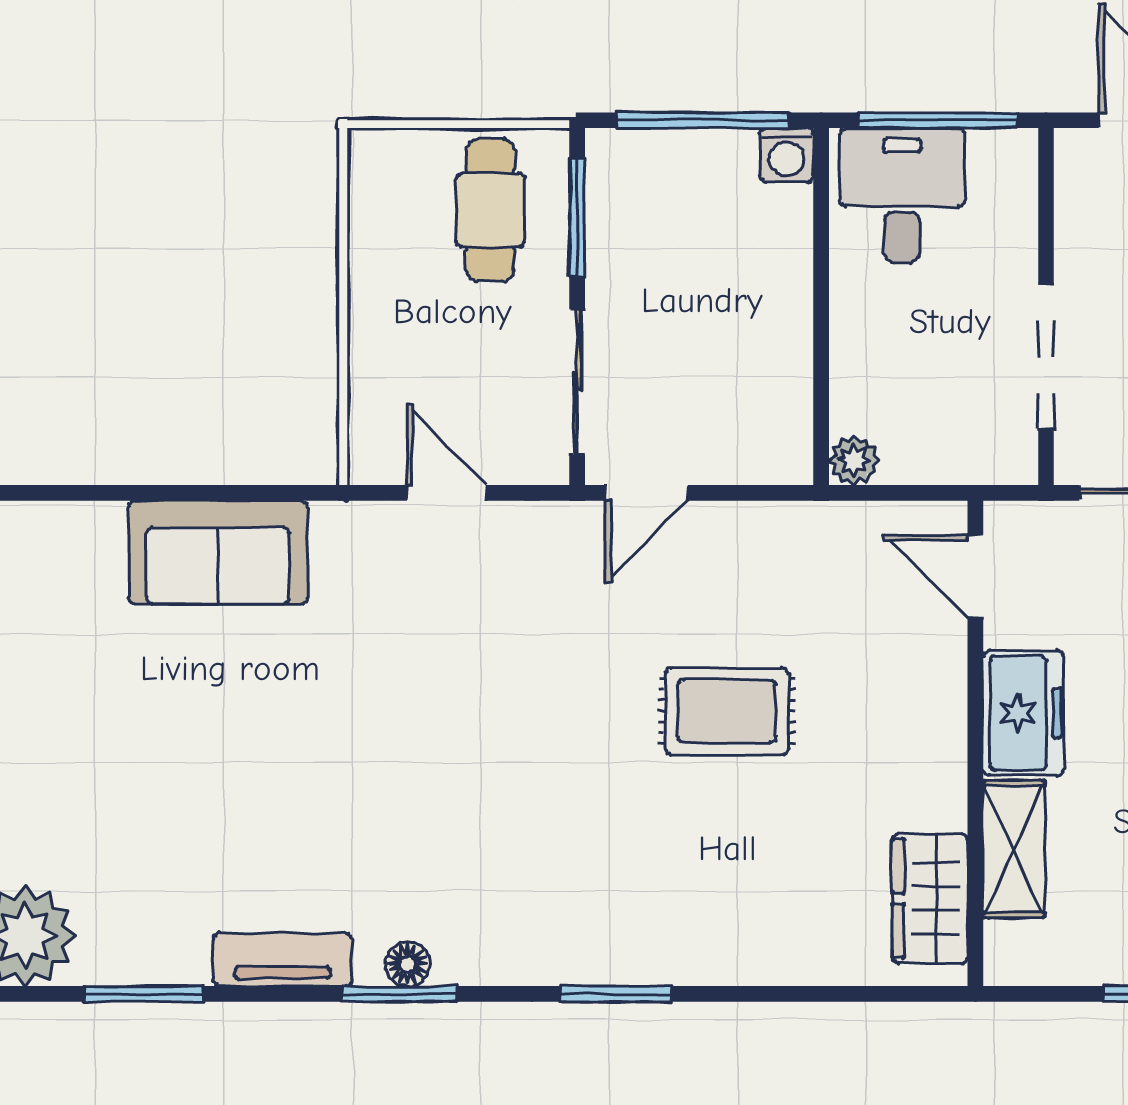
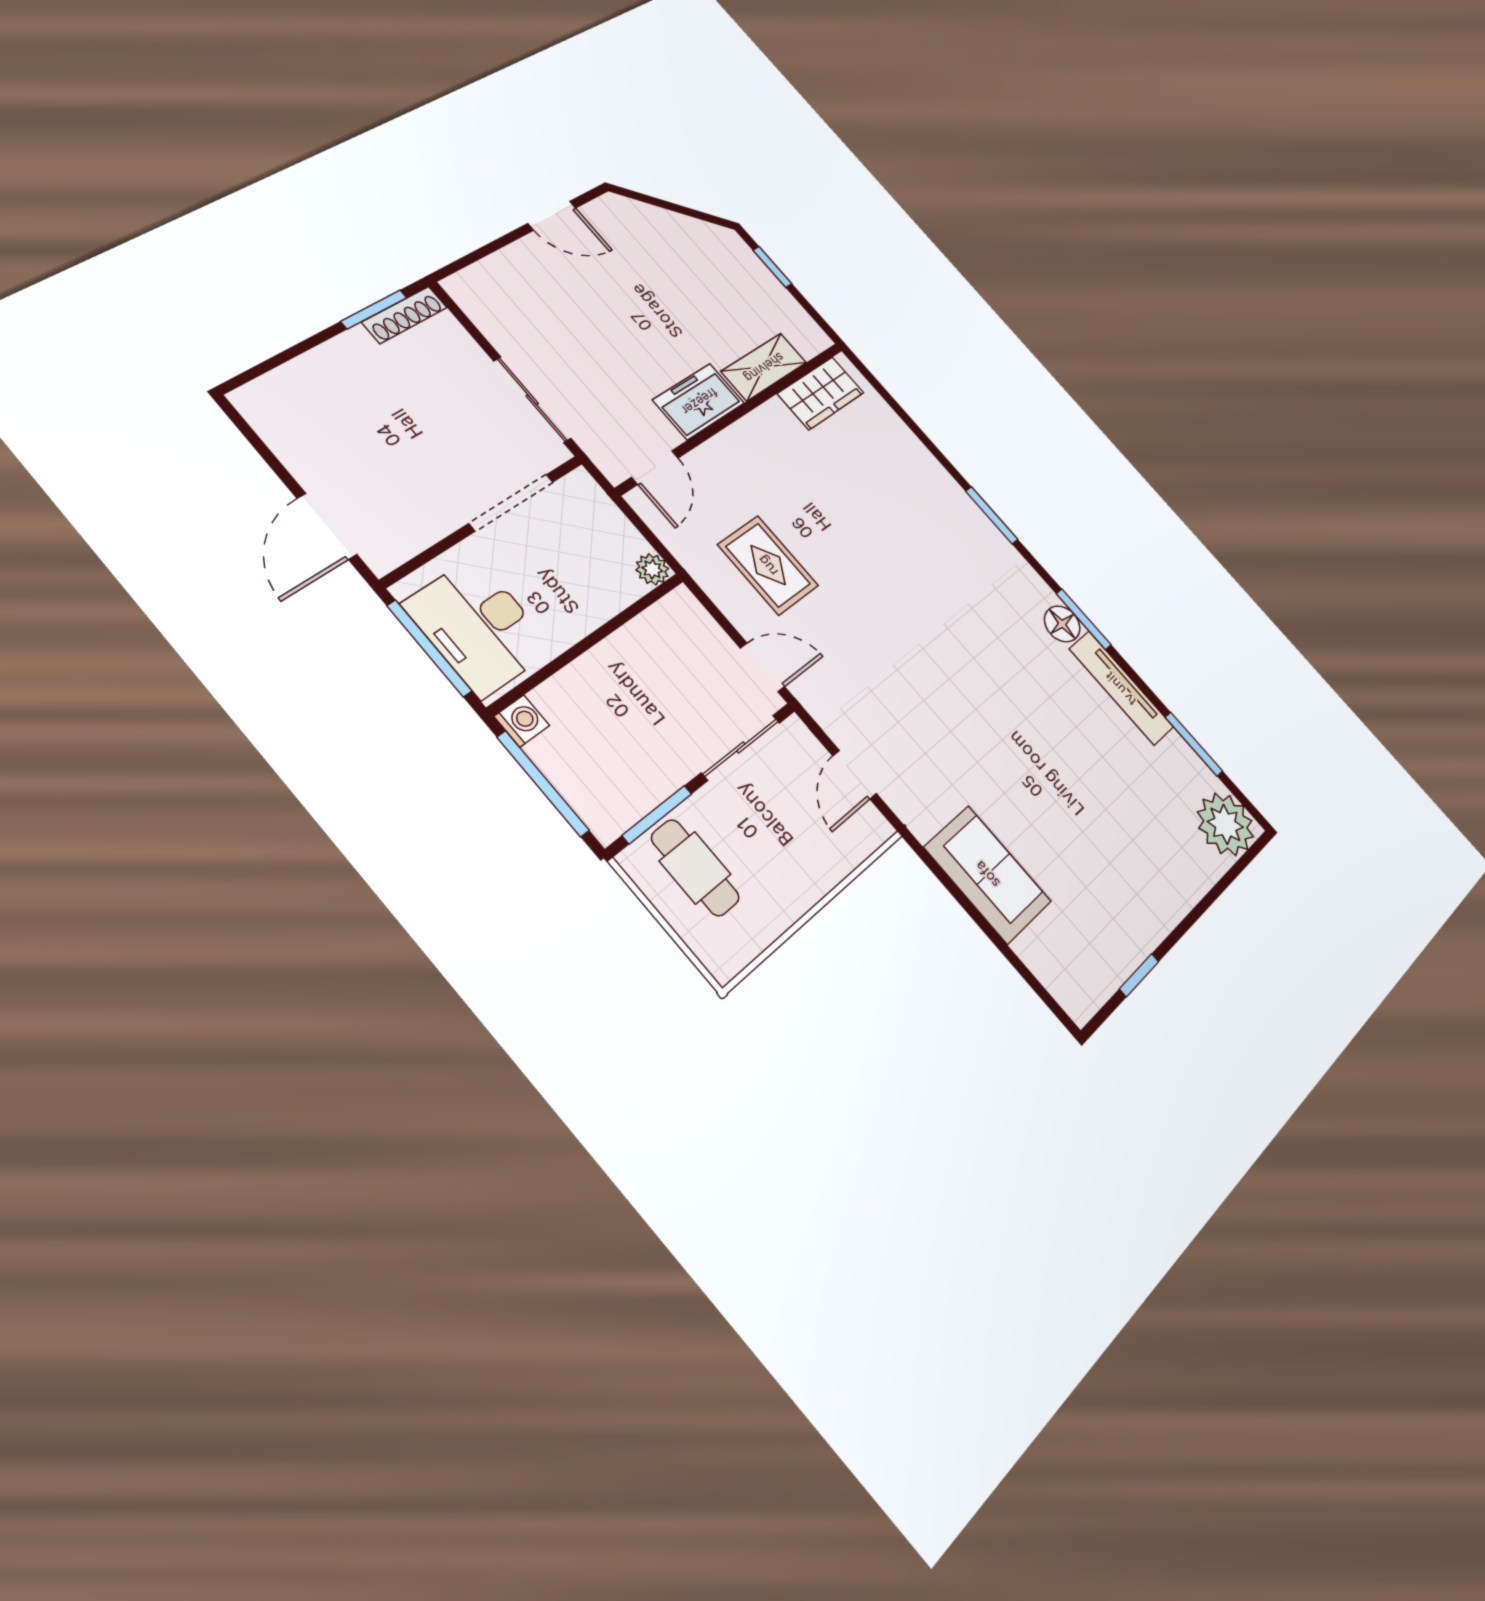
desk: (902, 195) -> (478, 626), width x1.37
cafe table: (490, 210) -> (695, 868), turned 90
rug: (727, 711) -> (768, 565), moved
tv unit: (282, 960) -> (1121, 688), width x1.41
floor lamp: (408, 964) -> (1062, 624), width x1.37, depth x1.37

